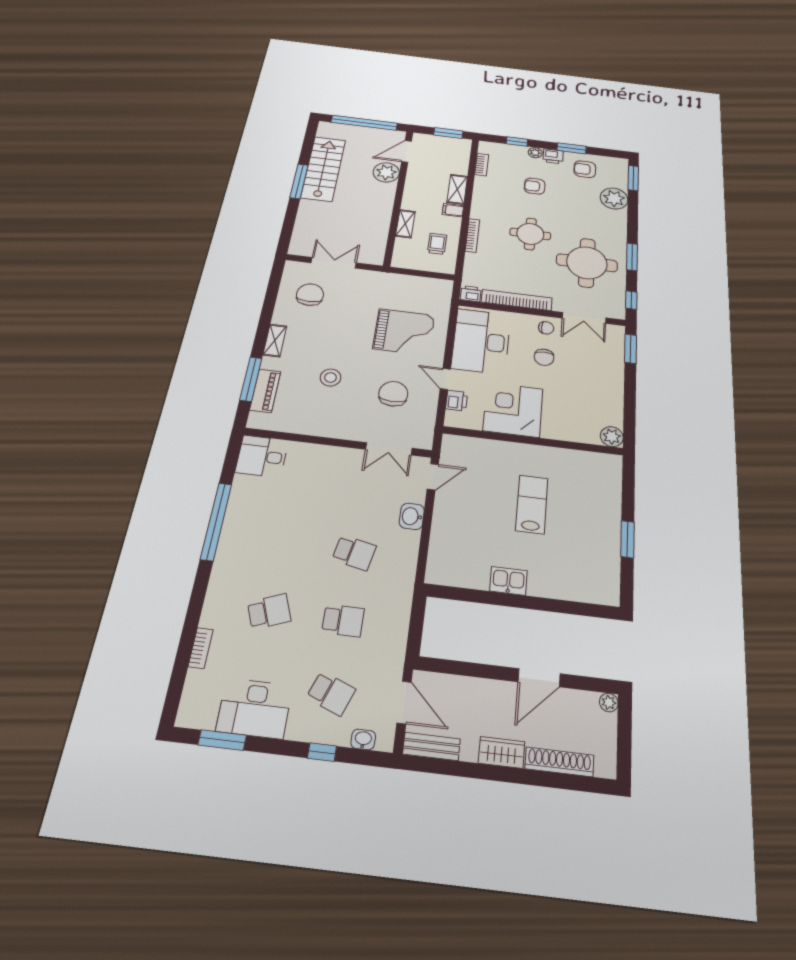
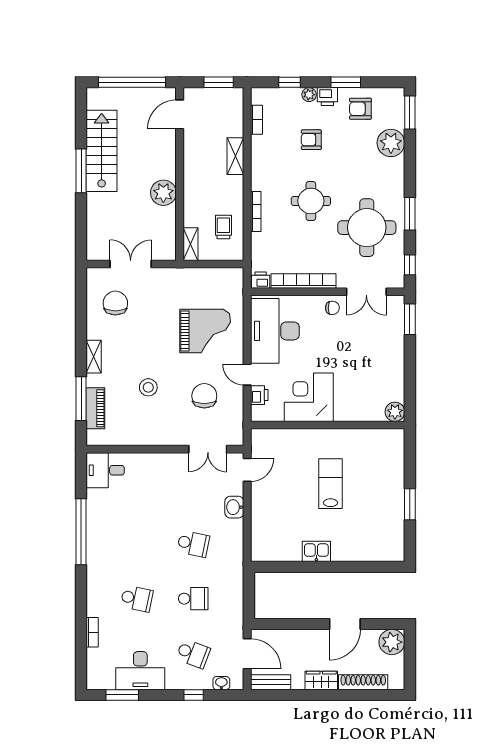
plant: (386, 172) -> (163, 193), moved
filing cabinet: (453, 210) -> (234, 183), removed
shelving: (405, 224) -> (191, 244), moved
chair: (544, 357) -> (332, 340), removed
school desk: (269, 612) -> (137, 599), turned 33
plant: (609, 703) -> (392, 642), width x1.87, depth x1.87

